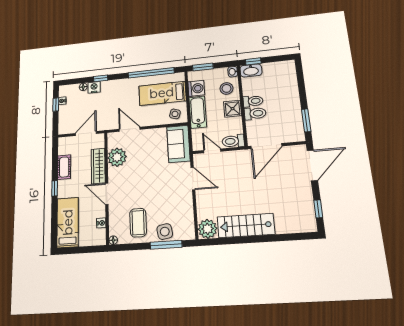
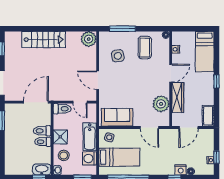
sofa: (178, 144) -> (117, 117), moved, turned -90
cot: (64, 167) -> (208, 116), moved
door: (107, 194) -> (171, 73), hinge flipped
stairs: (246, 226) -> (44, 40), moved
side table: (165, 232) -> (118, 56), moved

